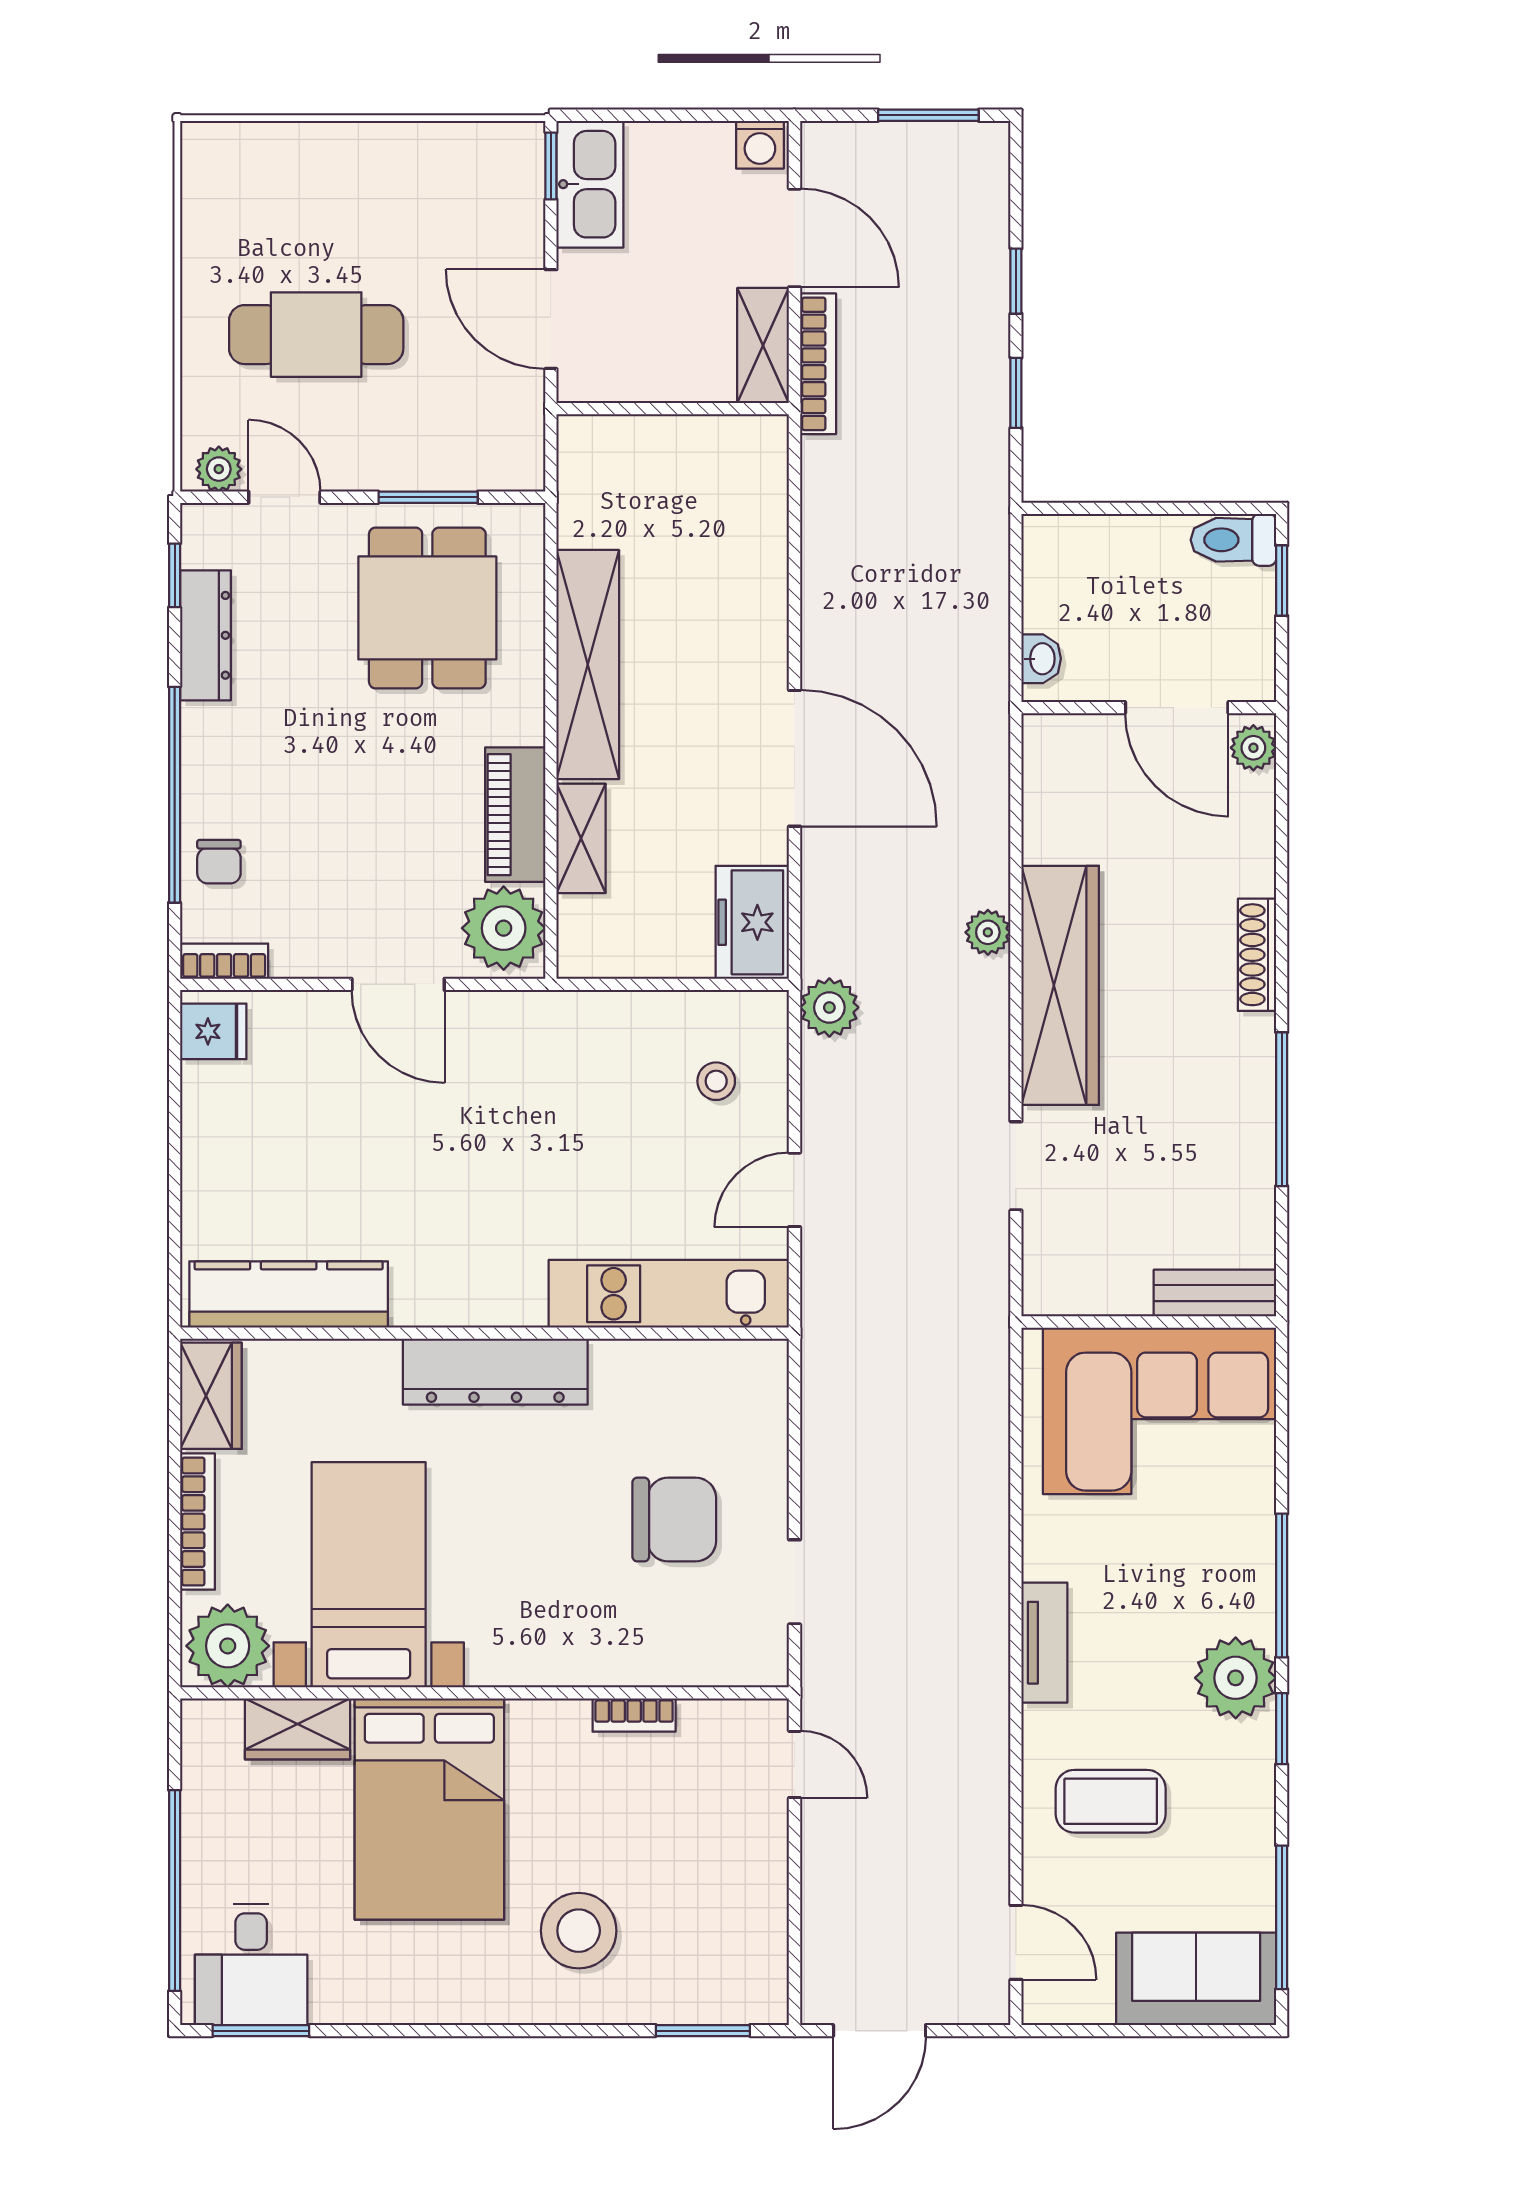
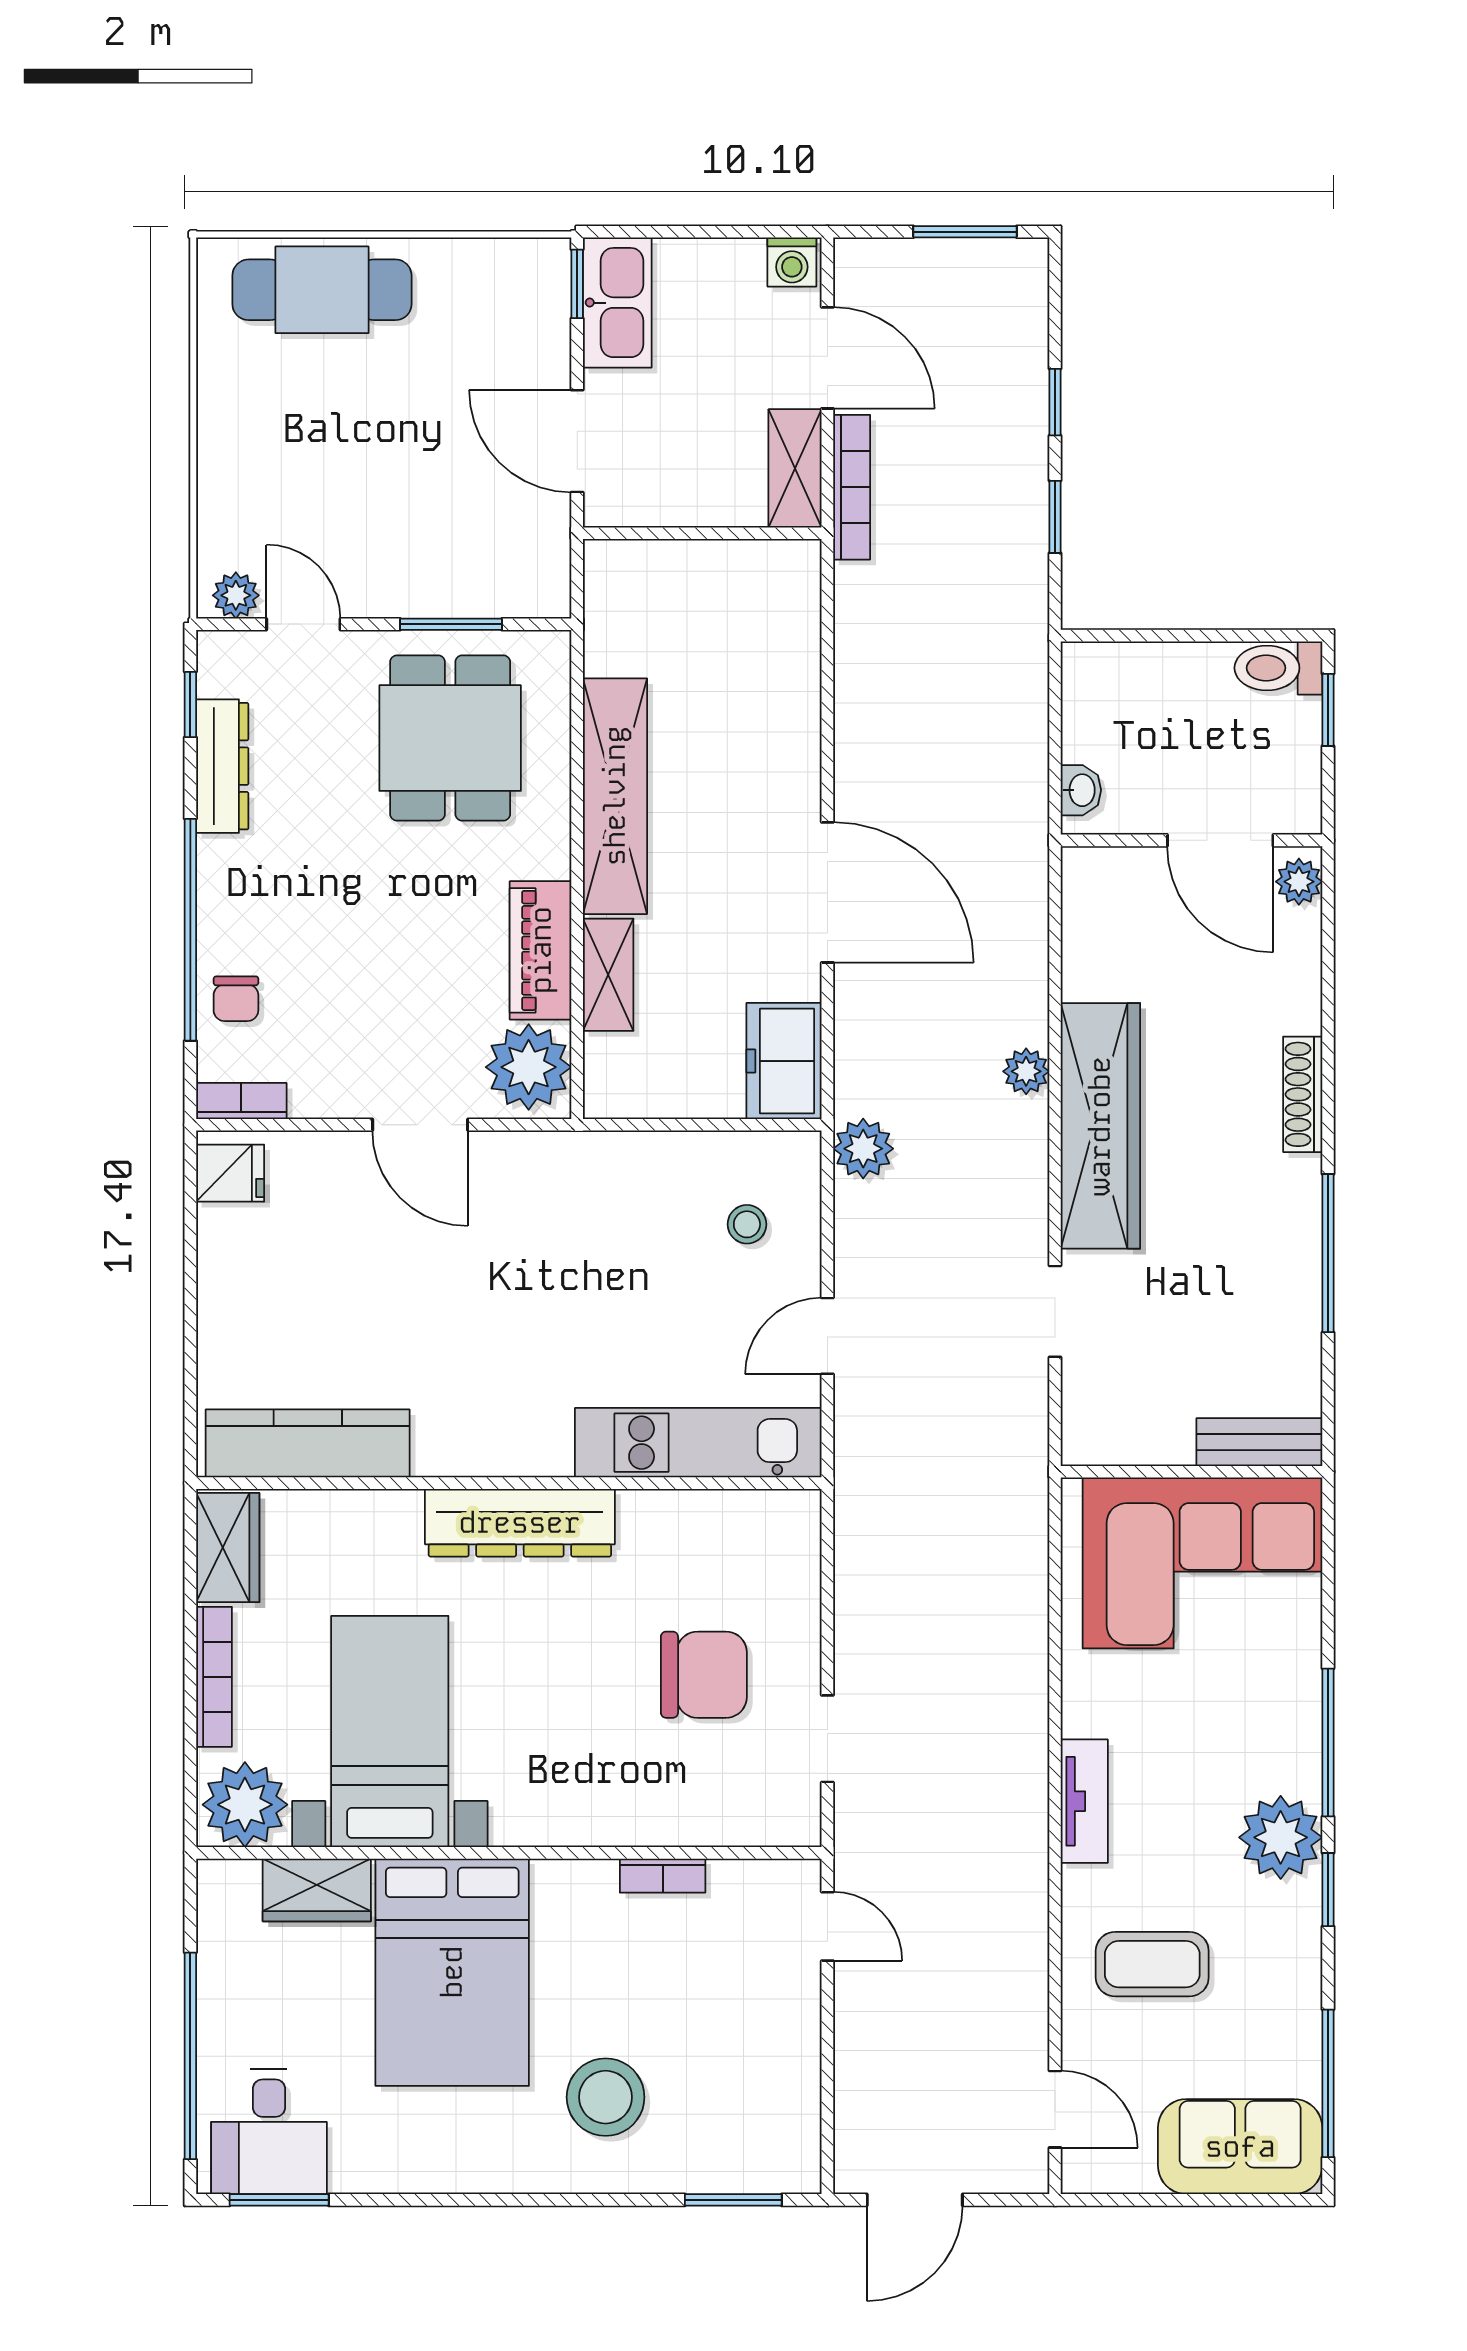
cafe table: (316, 335) -> (322, 290), moved

